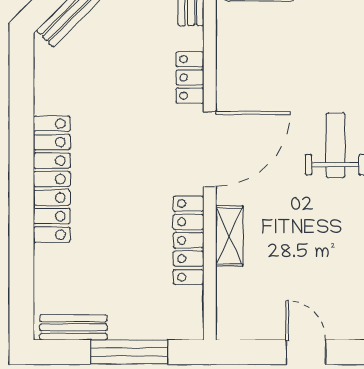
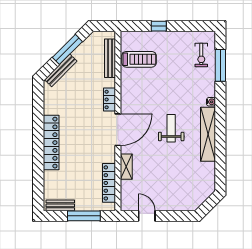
locker: (189, 240) -> (109, 183), moved
door: (306, 352) -> (147, 216), moved

